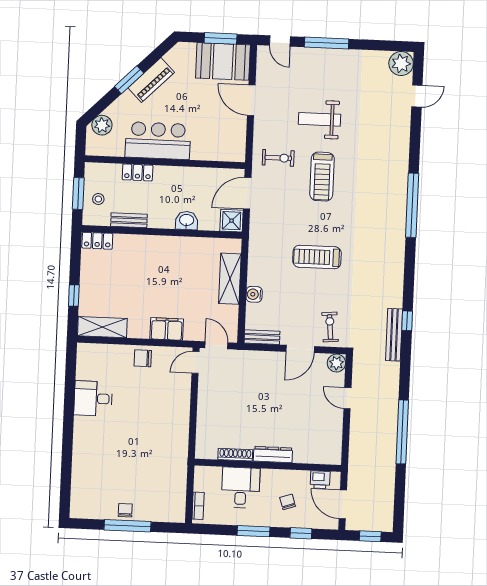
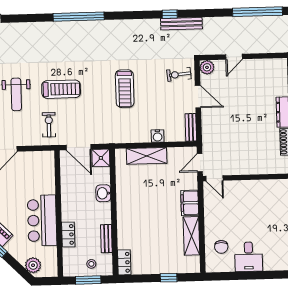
shelving: (102, 327) -> (191, 236), moved
chair: (143, 358) -> (221, 247), moved

